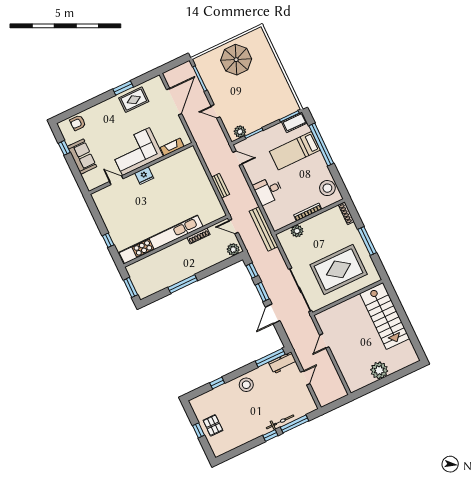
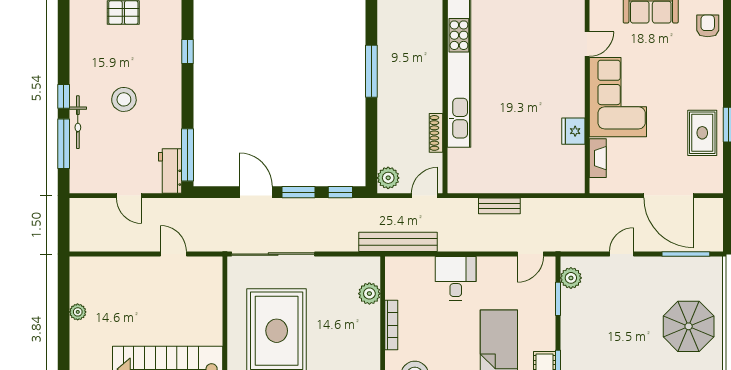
fridge: (144, 176) -> (573, 131), moved
plant: (379, 370) -> (78, 312), width x0.53, depth x0.53
stool: (246, 385) -> (124, 99), moved

